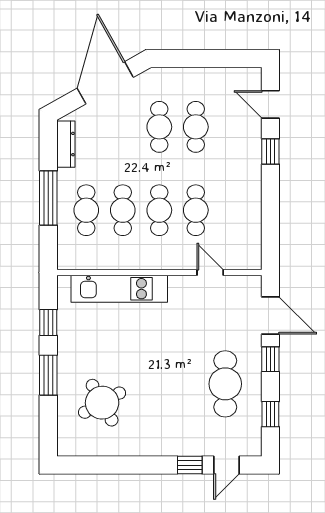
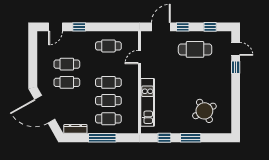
cafe table: (196, 210) -> (108, 46), moved

